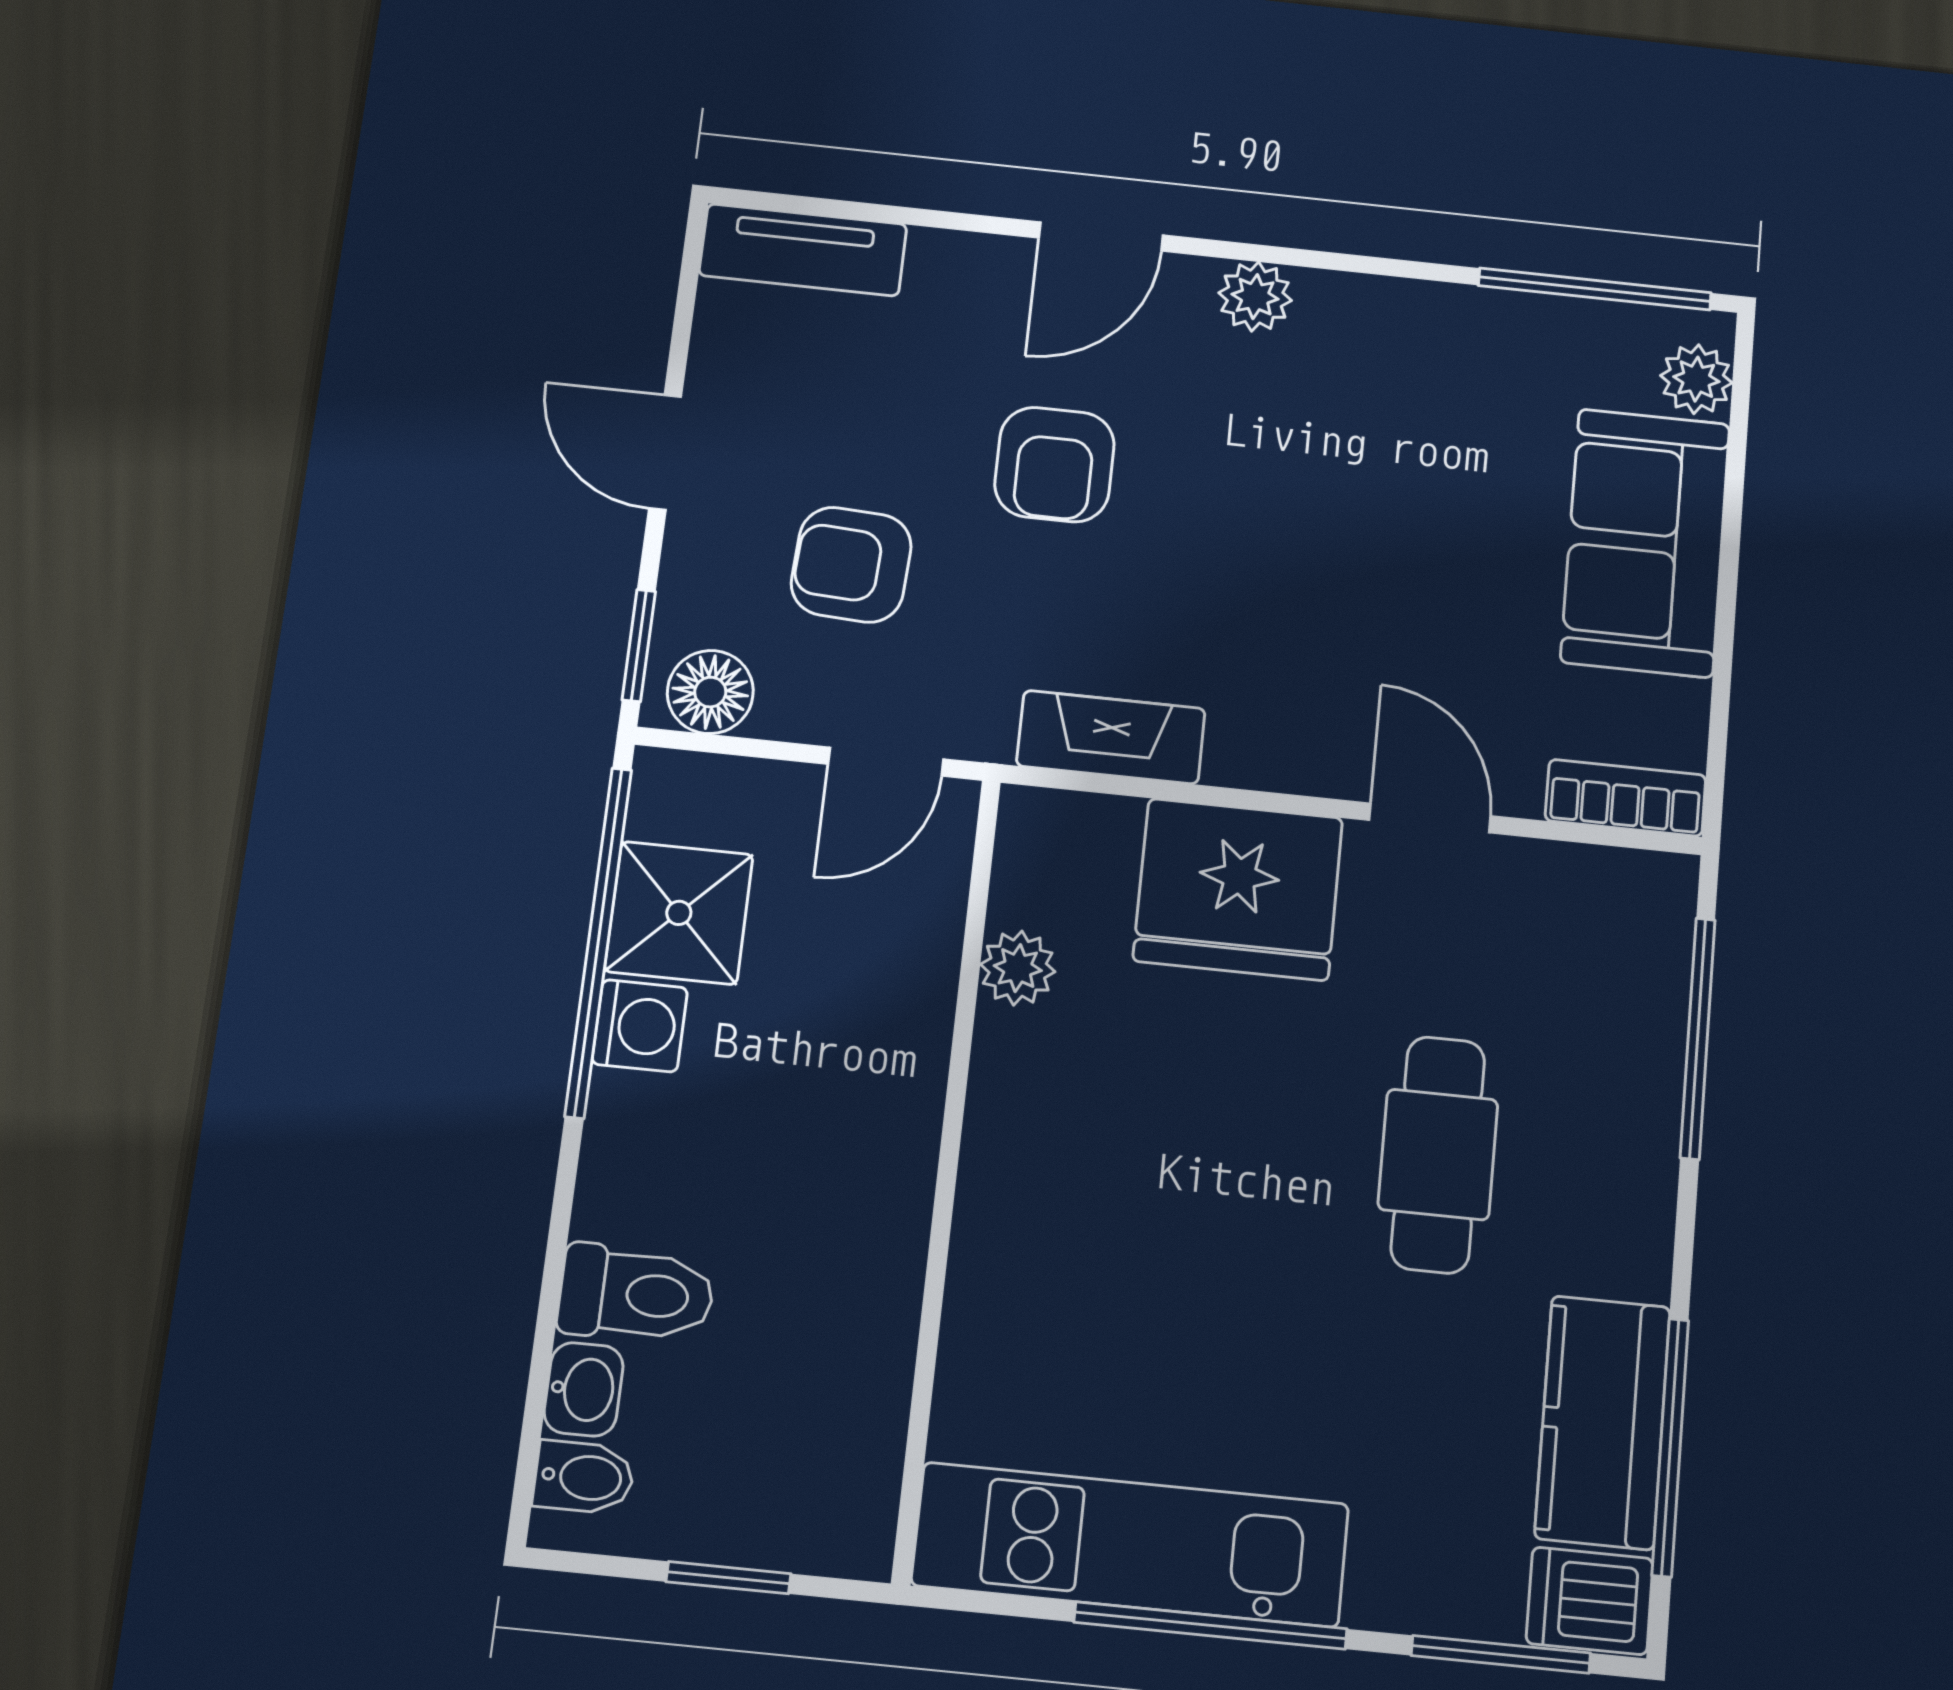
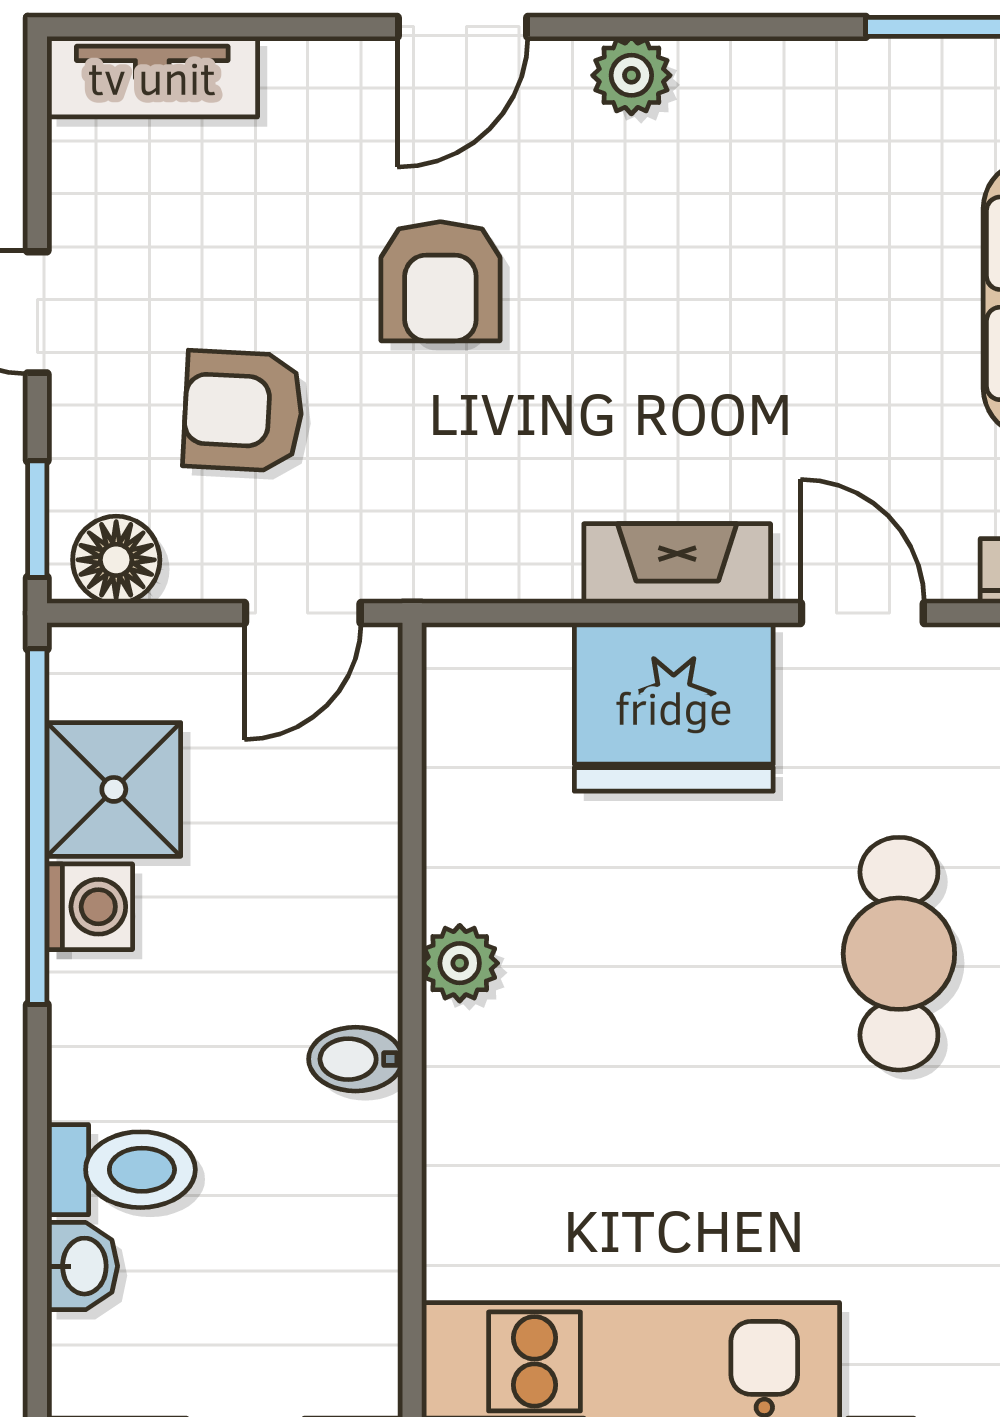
fireplace: (1111, 737) -> (677, 564), moved
plant: (1018, 968) -> (460, 963), moved
bidet: (584, 1477) -> (356, 1059), moved, turned 180

